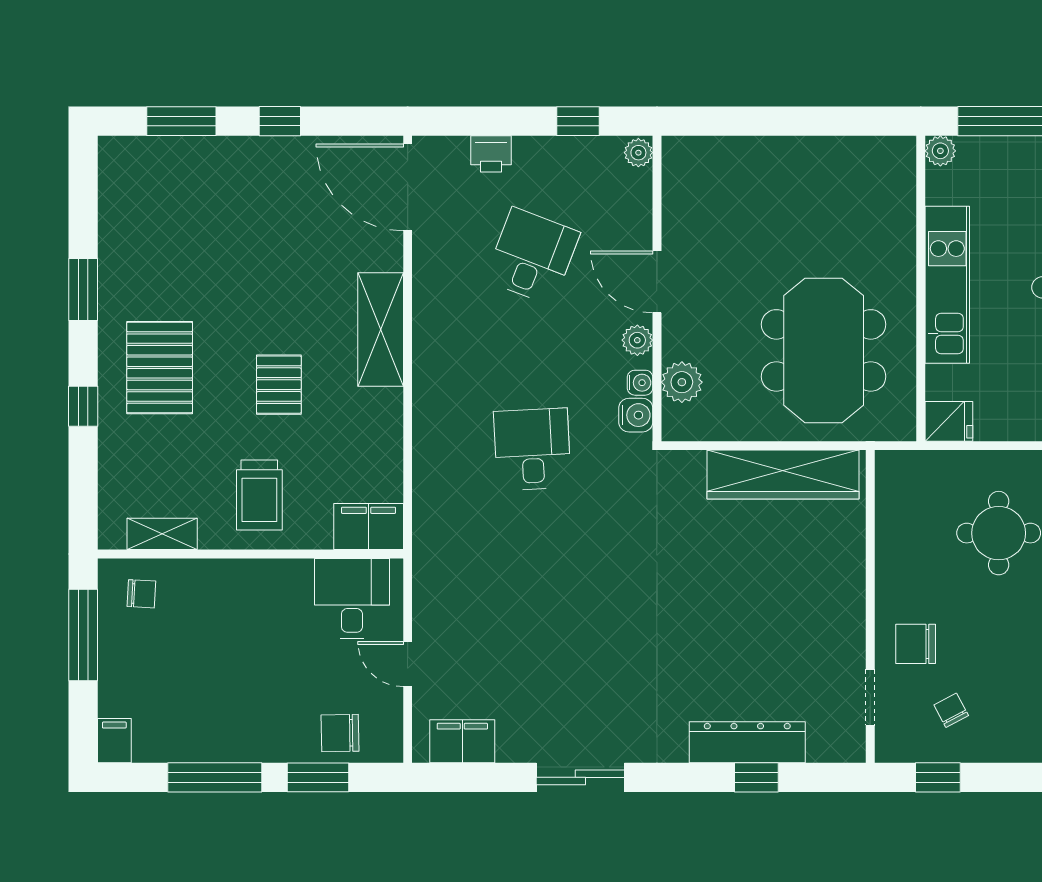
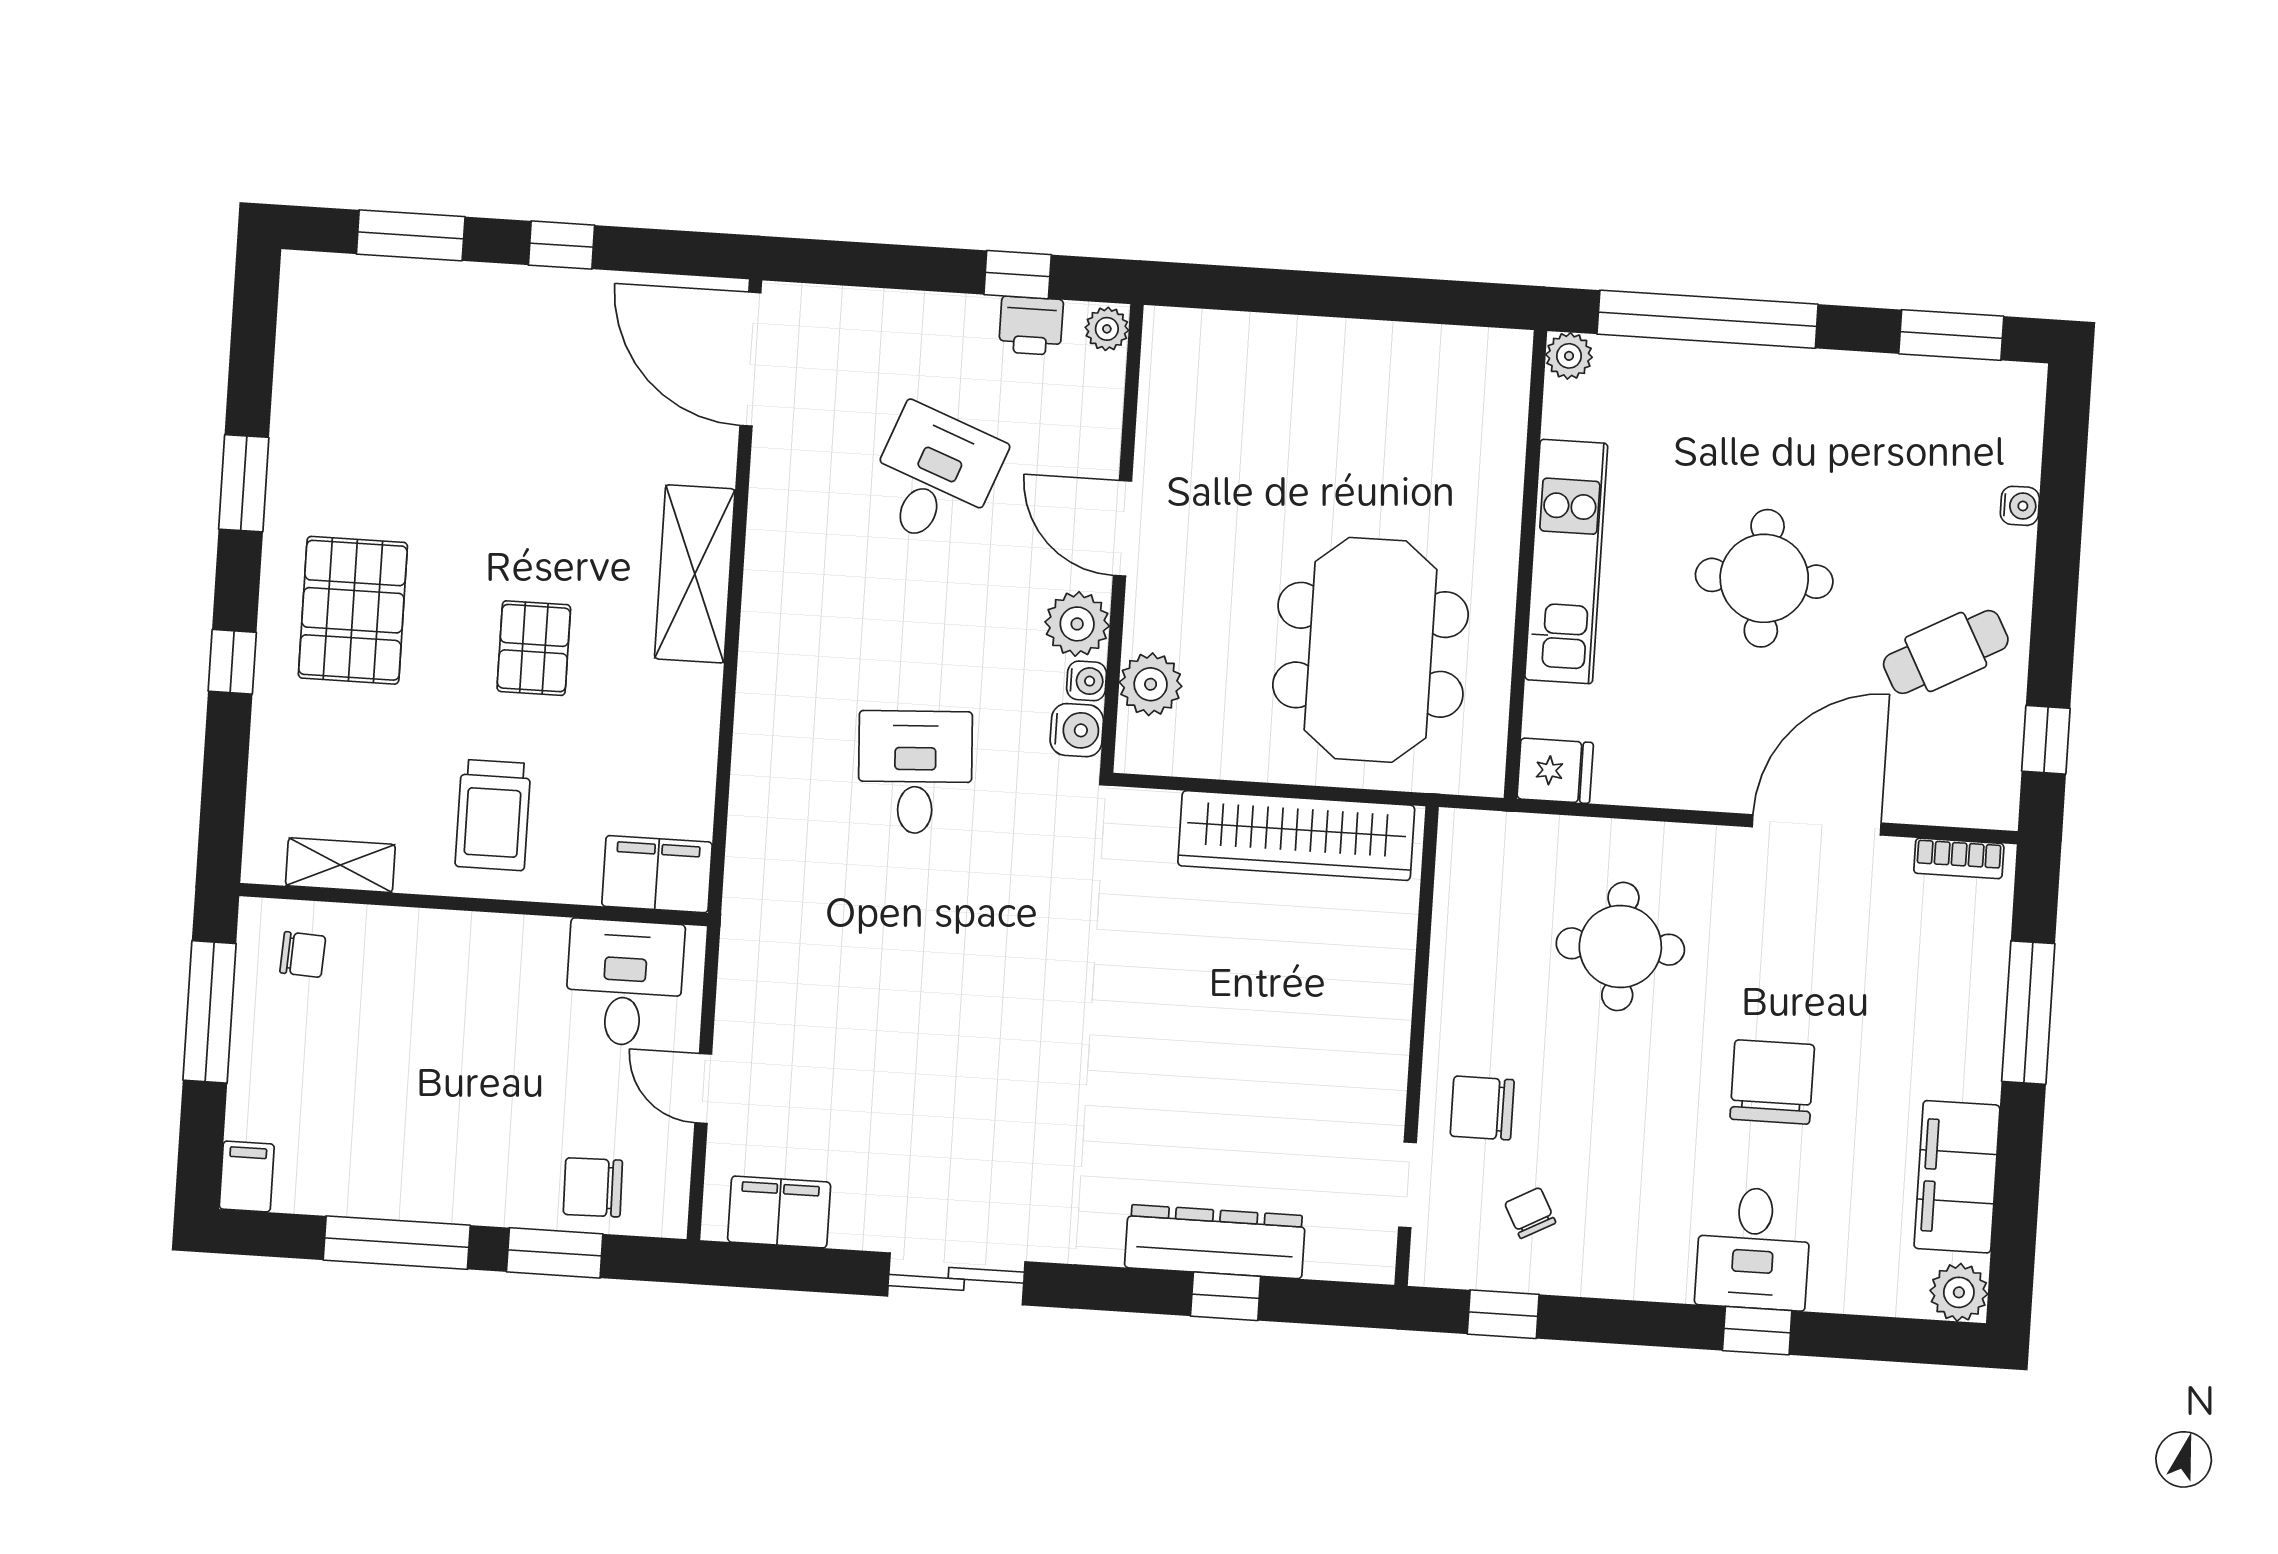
printer: (491, 154) -> (1031, 326), moved
plant: (637, 340) -> (1077, 624), width x1.38, depth x1.38

